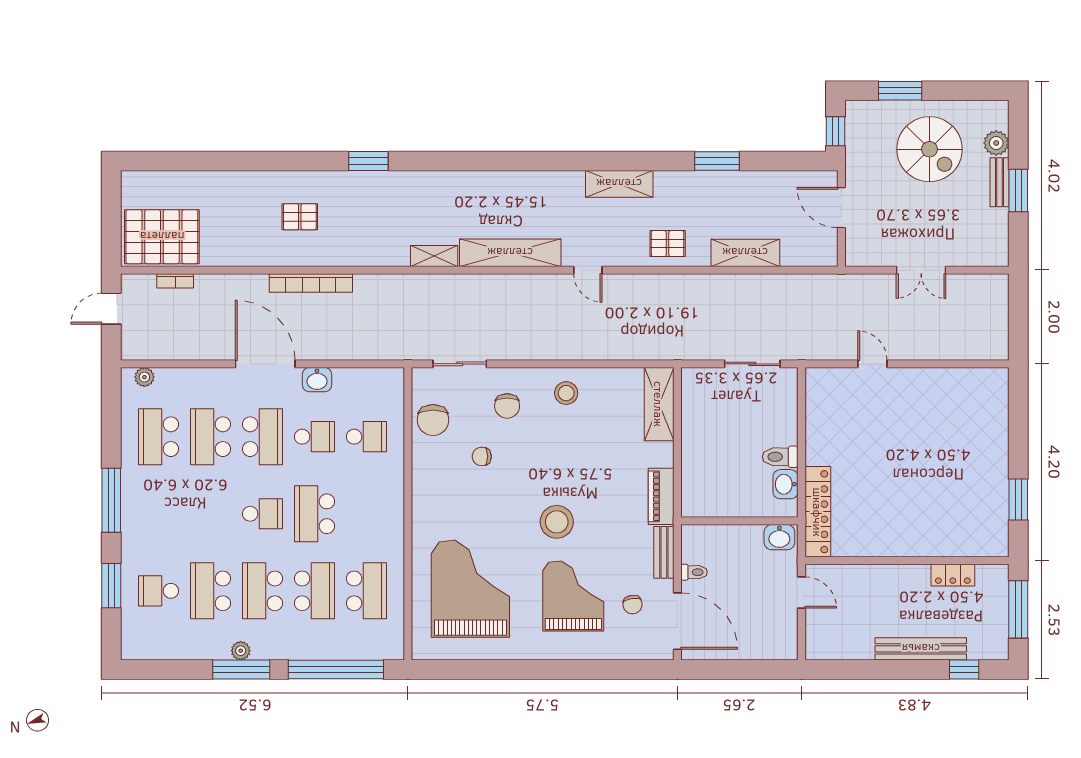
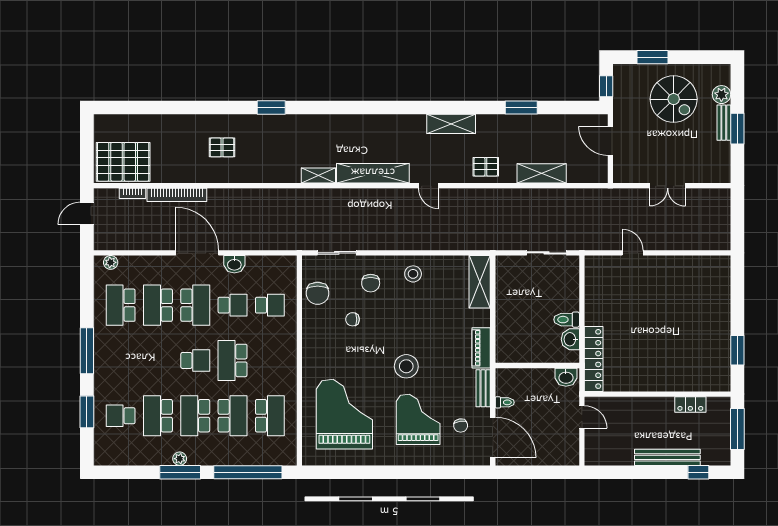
bookcase: (311, 283) -> (177, 195), moved

